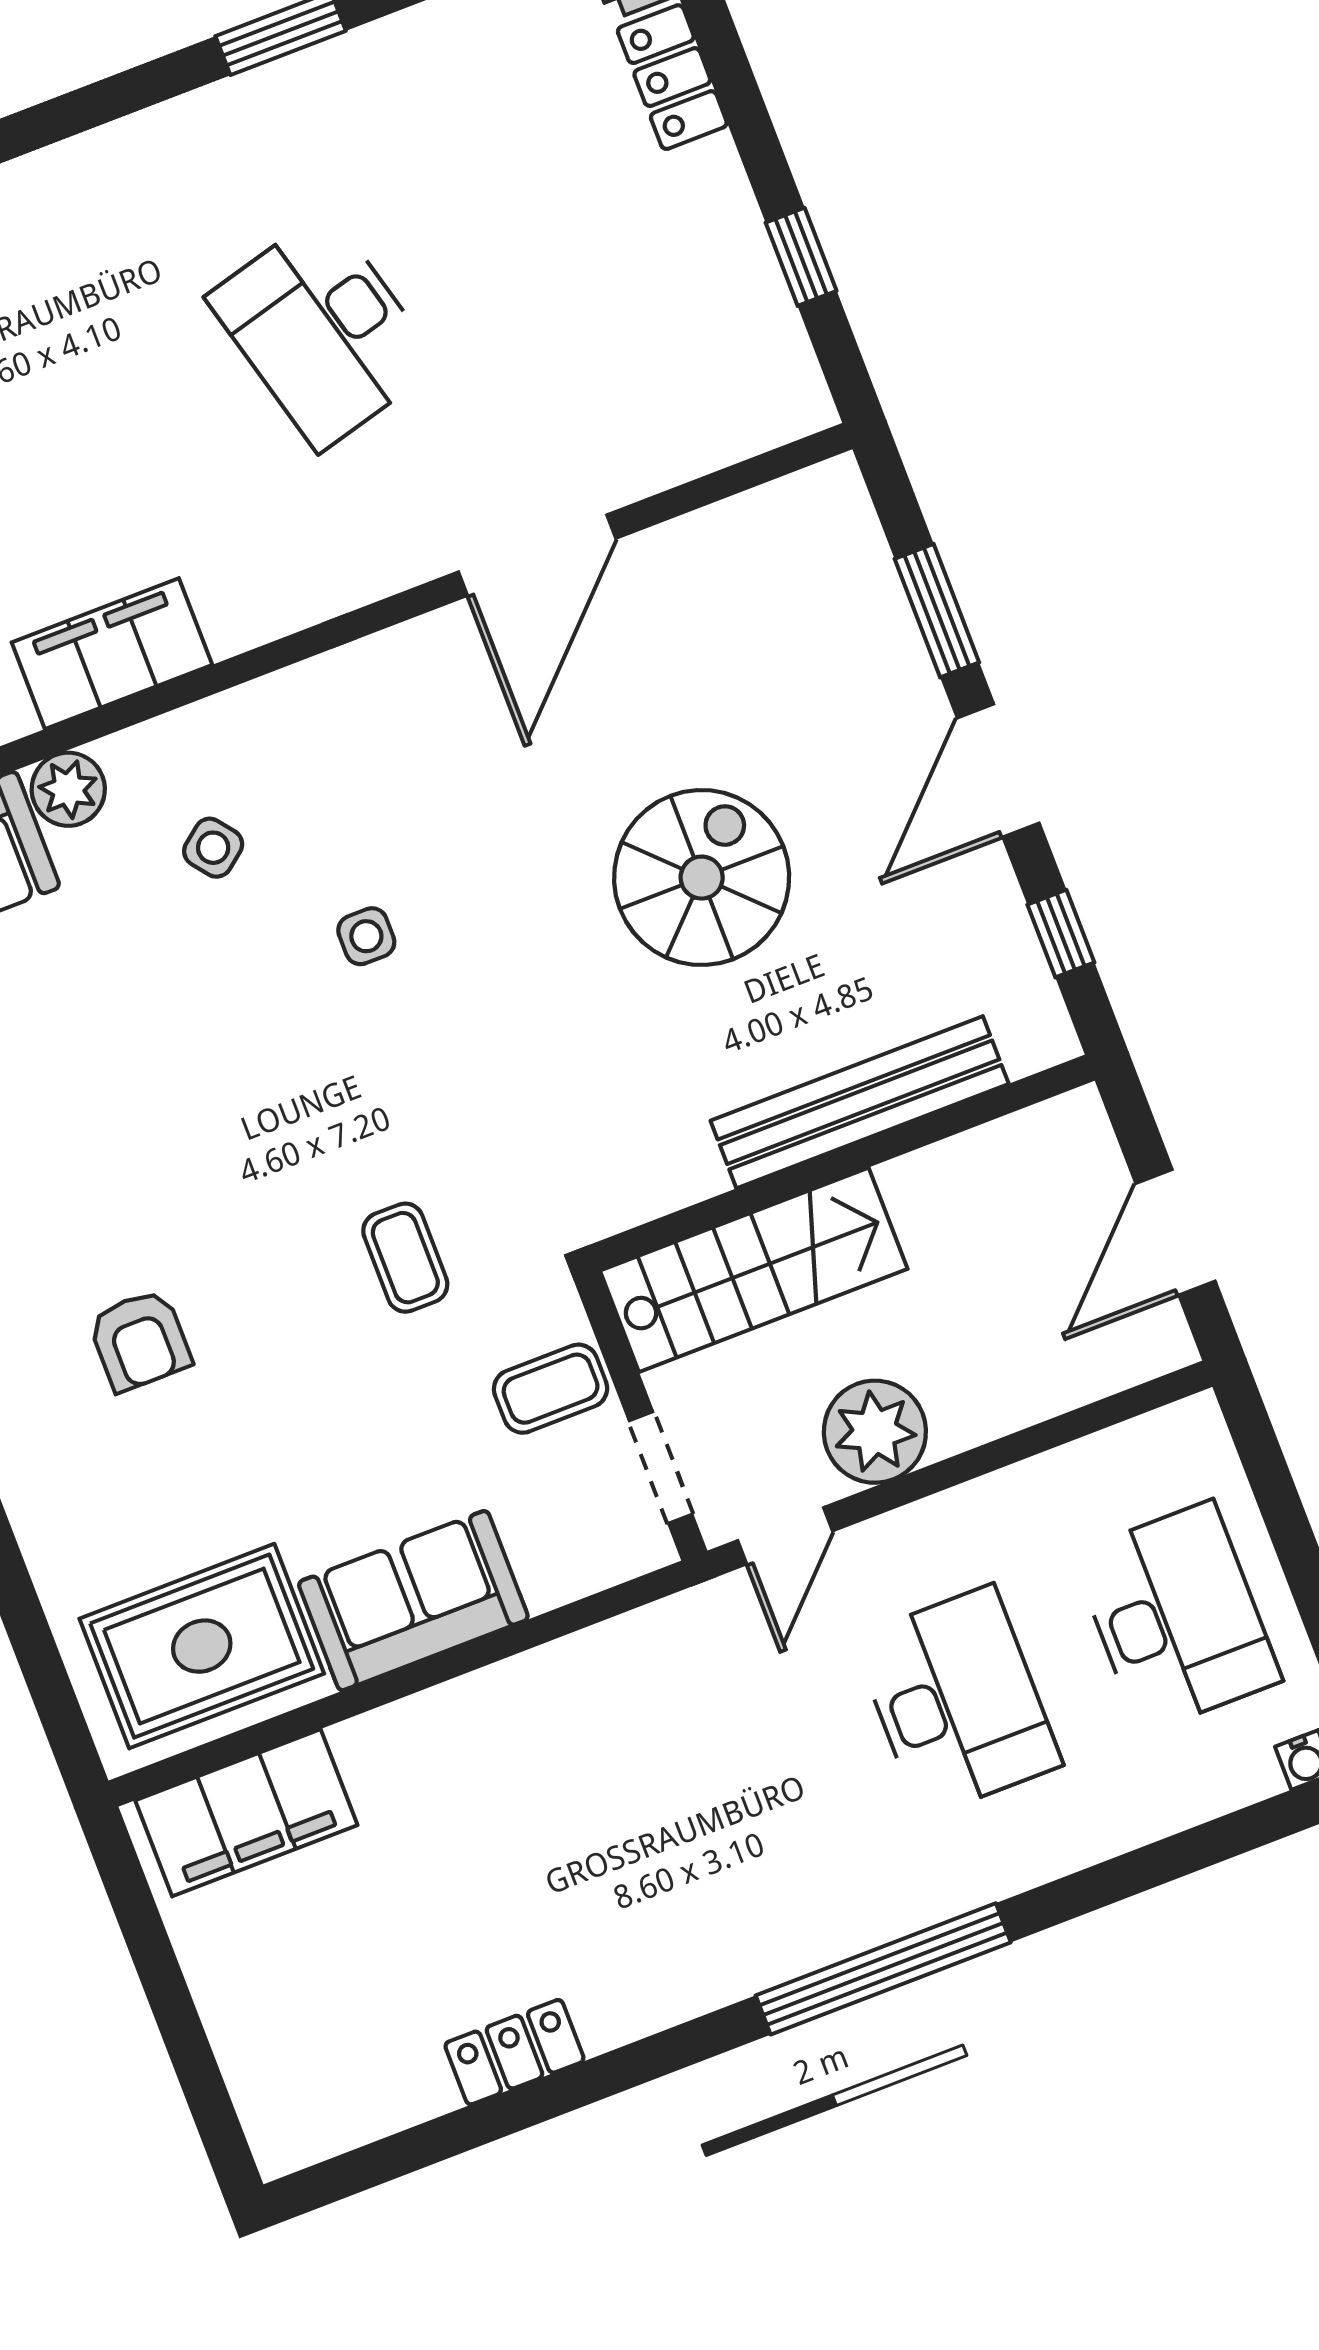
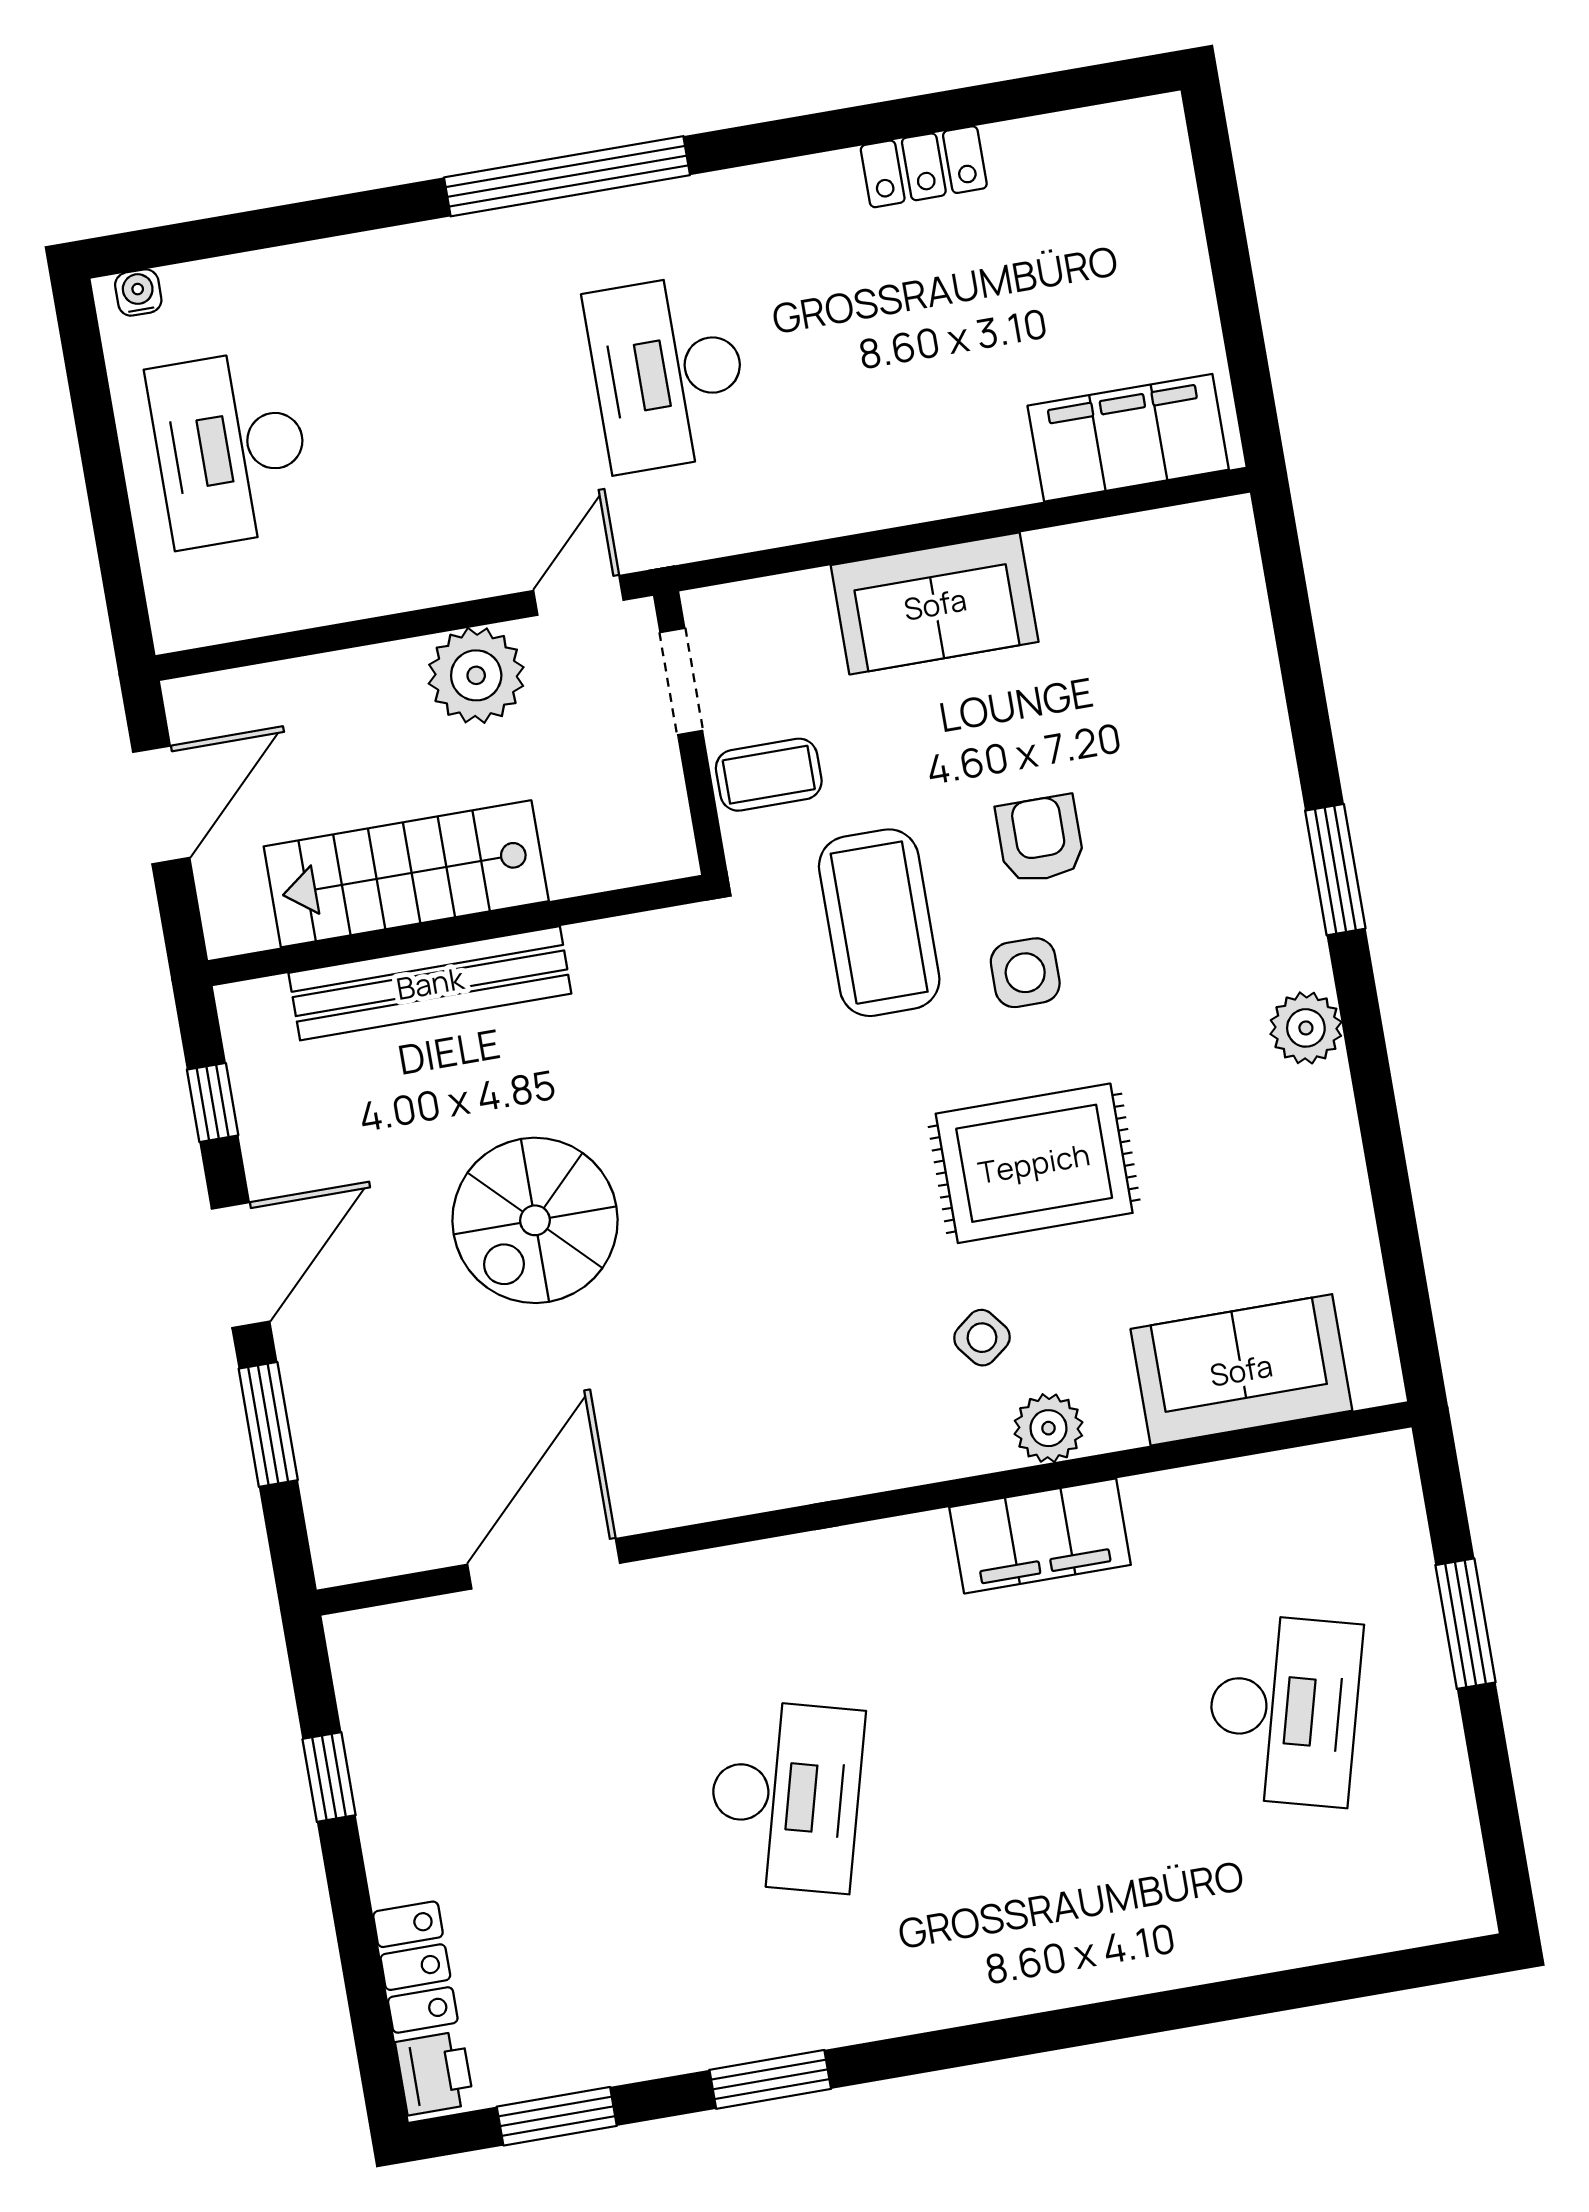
desk: (323, 331) -> (786, 1796), turned 30
door: (537, 555) -> (544, 1564), moved
plant: (68, 789) -> (1048, 1428), moved
side table: (366, 936) -> (1025, 973), moved, width x1.37, depth x1.37
coffee table: (405, 1258) -> (879, 923), width x1.86, depth x1.72
stairs: (754, 1270) -> (406, 874), moved
armchair: (140, 1340) -> (1040, 839), moved
rug: (202, 1646) -> (1034, 1163), moved
desk: (957, 1701) -> (668, 373), moved

